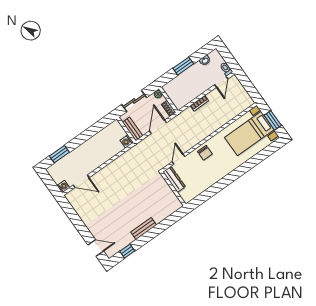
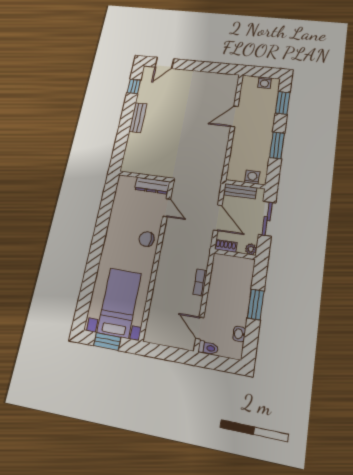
window: (88, 134) -> (277, 145), added
washing machine: (127, 141) -> (252, 177), moved
door: (81, 181) -> (234, 116), moved
washing machine: (63, 187) -> (265, 83), moved

